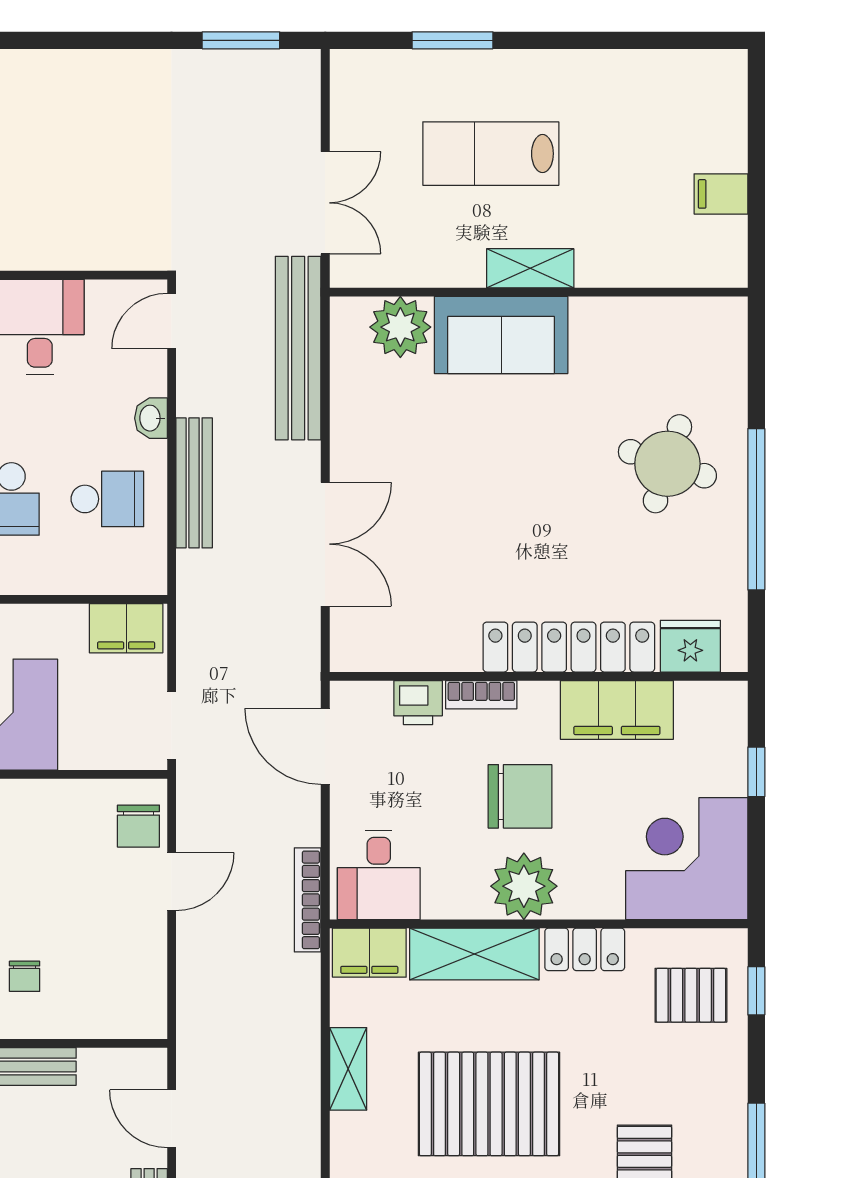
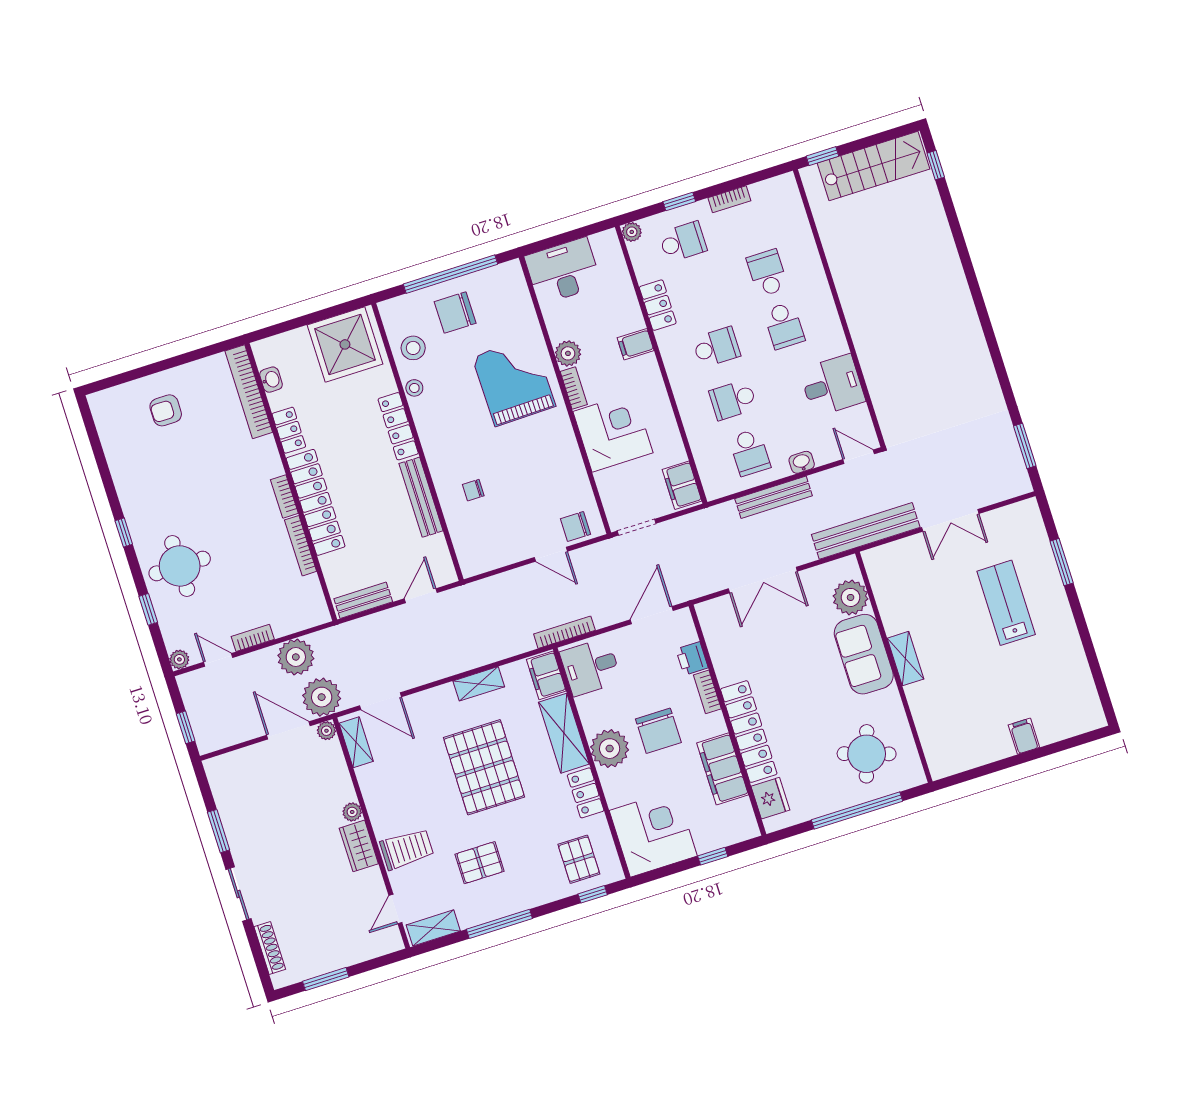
shelving: (530, 268) -> (905, 659), moved
wall: (539, 292) -> (894, 667), moved
plant: (400, 327) -> (851, 597), moved
sofa: (501, 335) -> (864, 654), moved

